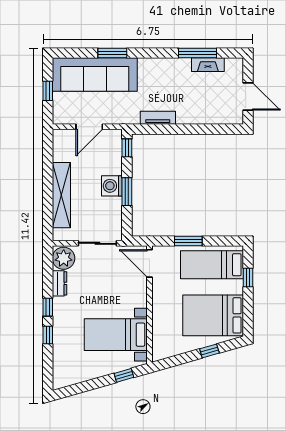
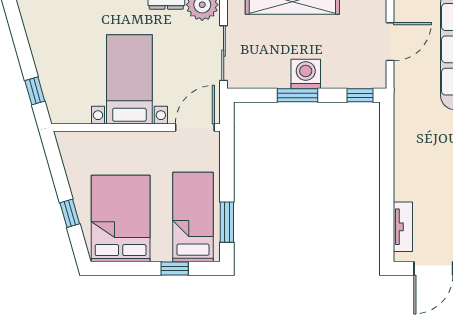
tv unit: (158, 118) -> (403, 227), moved
door: (89, 127) -> (390, 42), swing flipped
window: (188, 241) -> (227, 222), moved
bed with nightstands: (116, 335) -> (129, 79), moved

